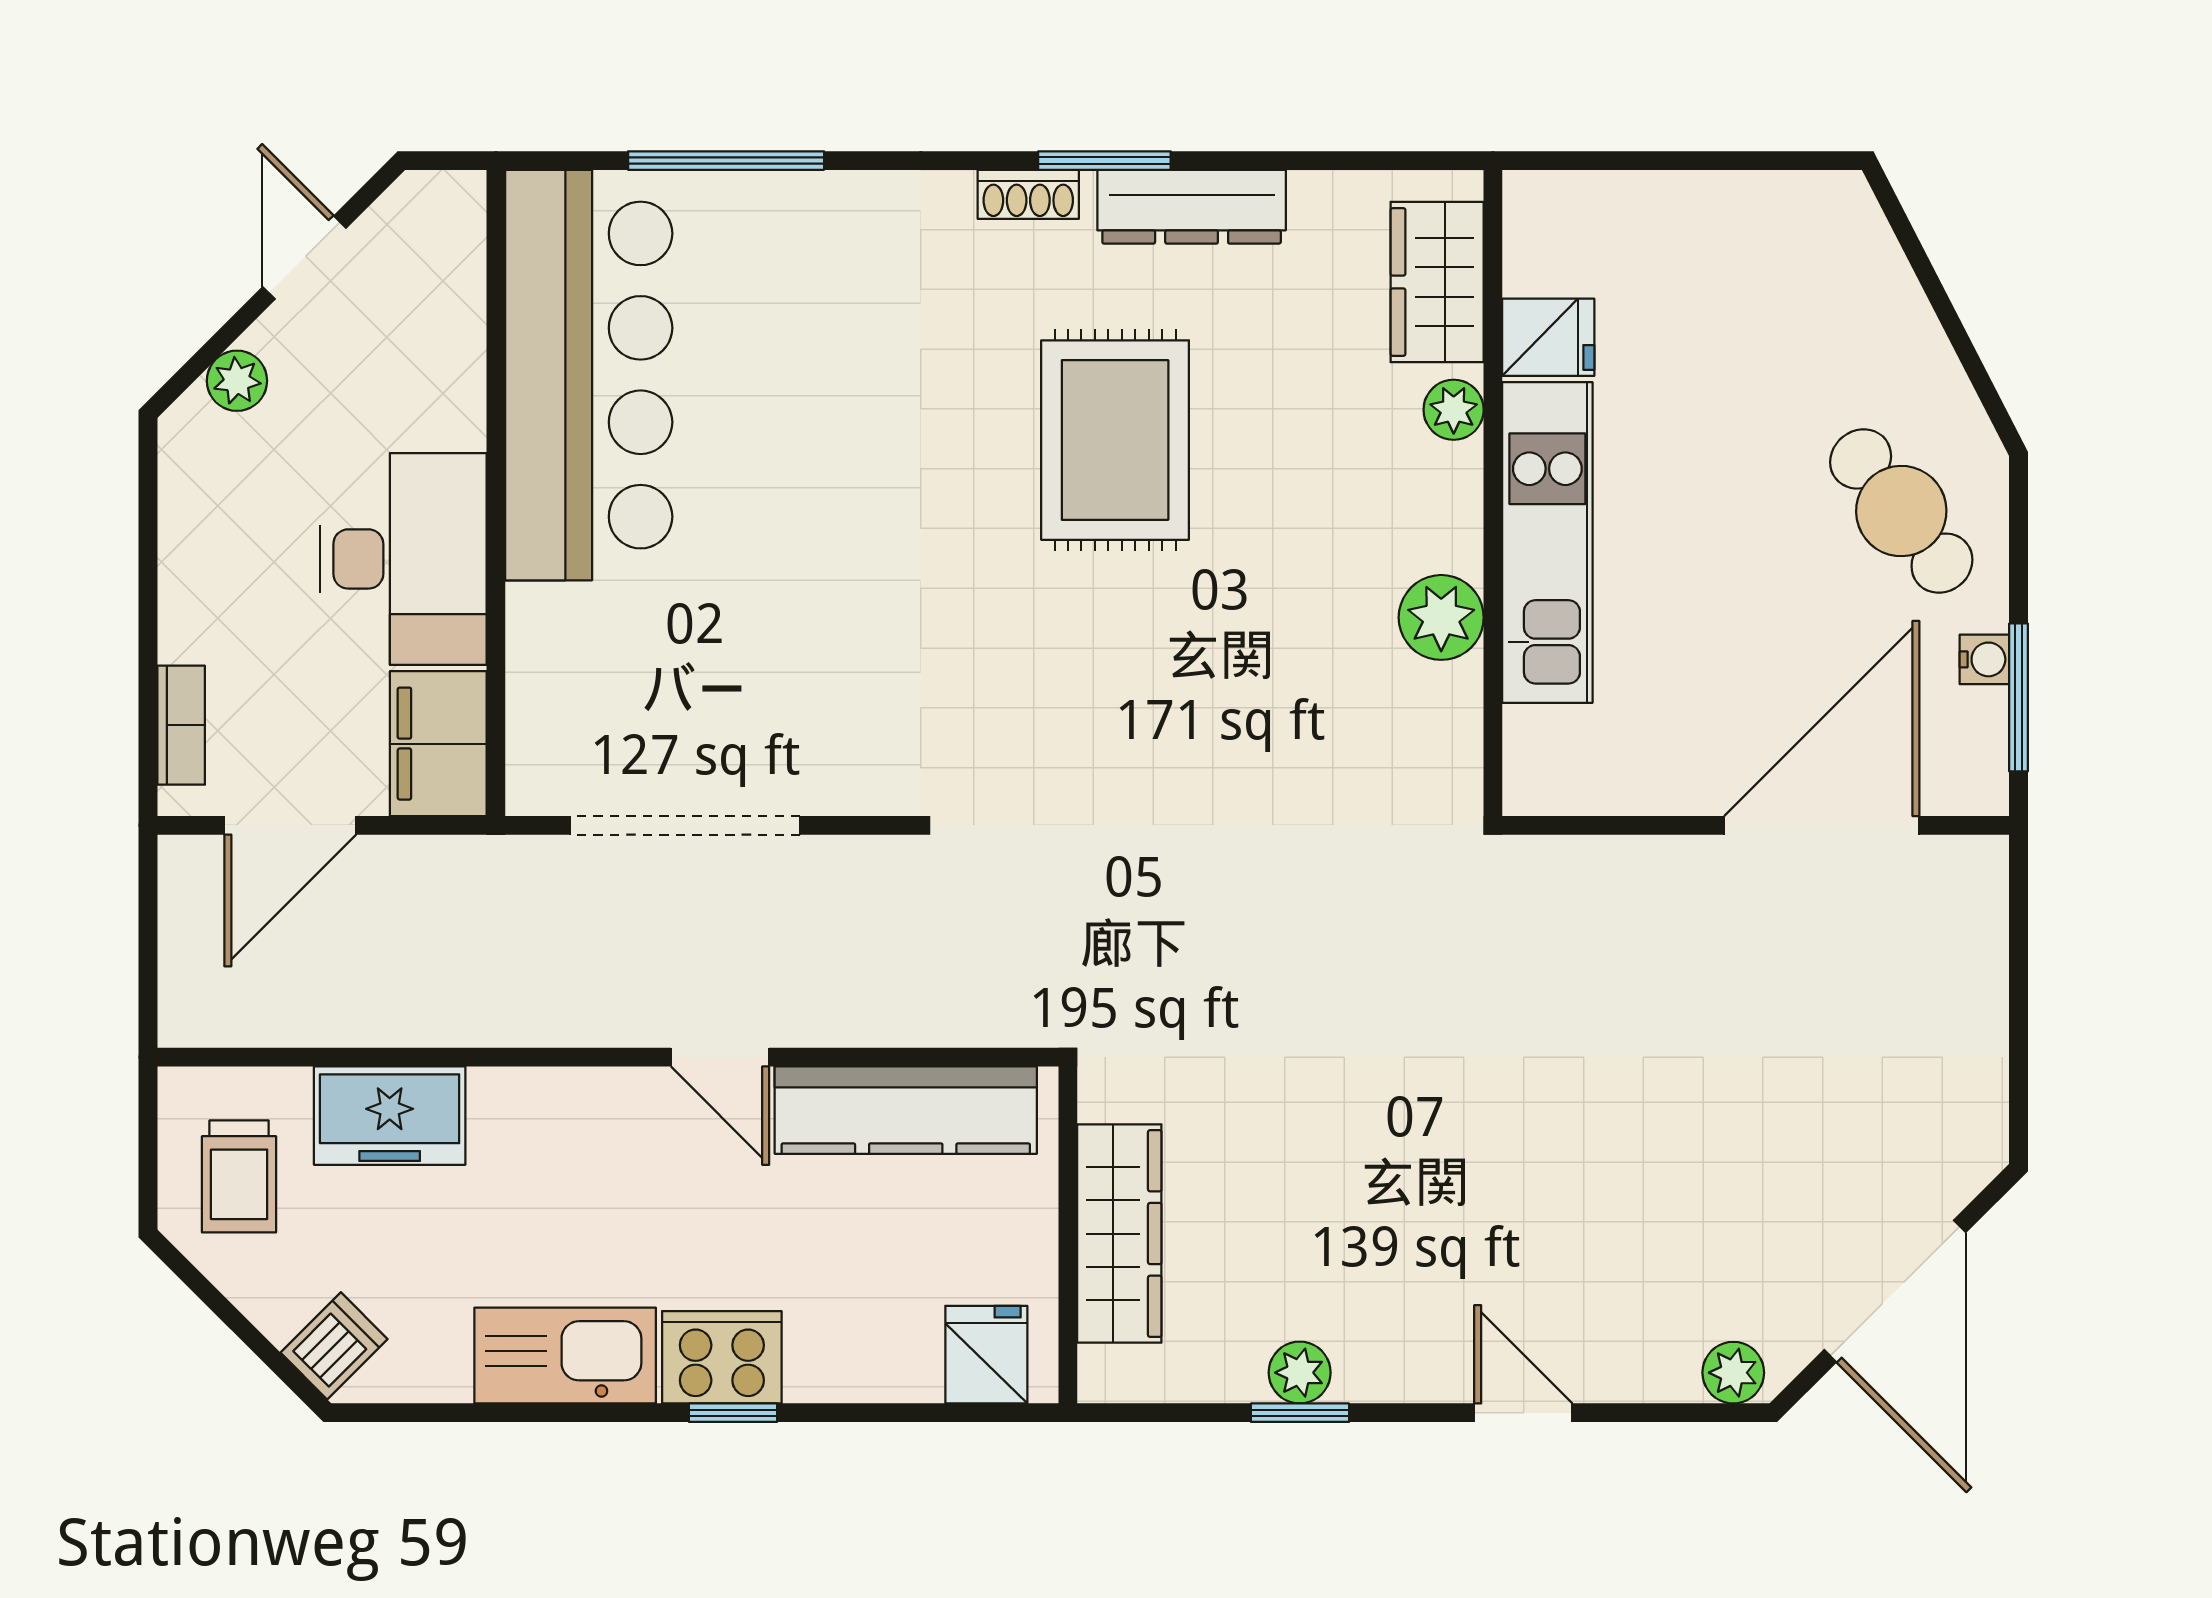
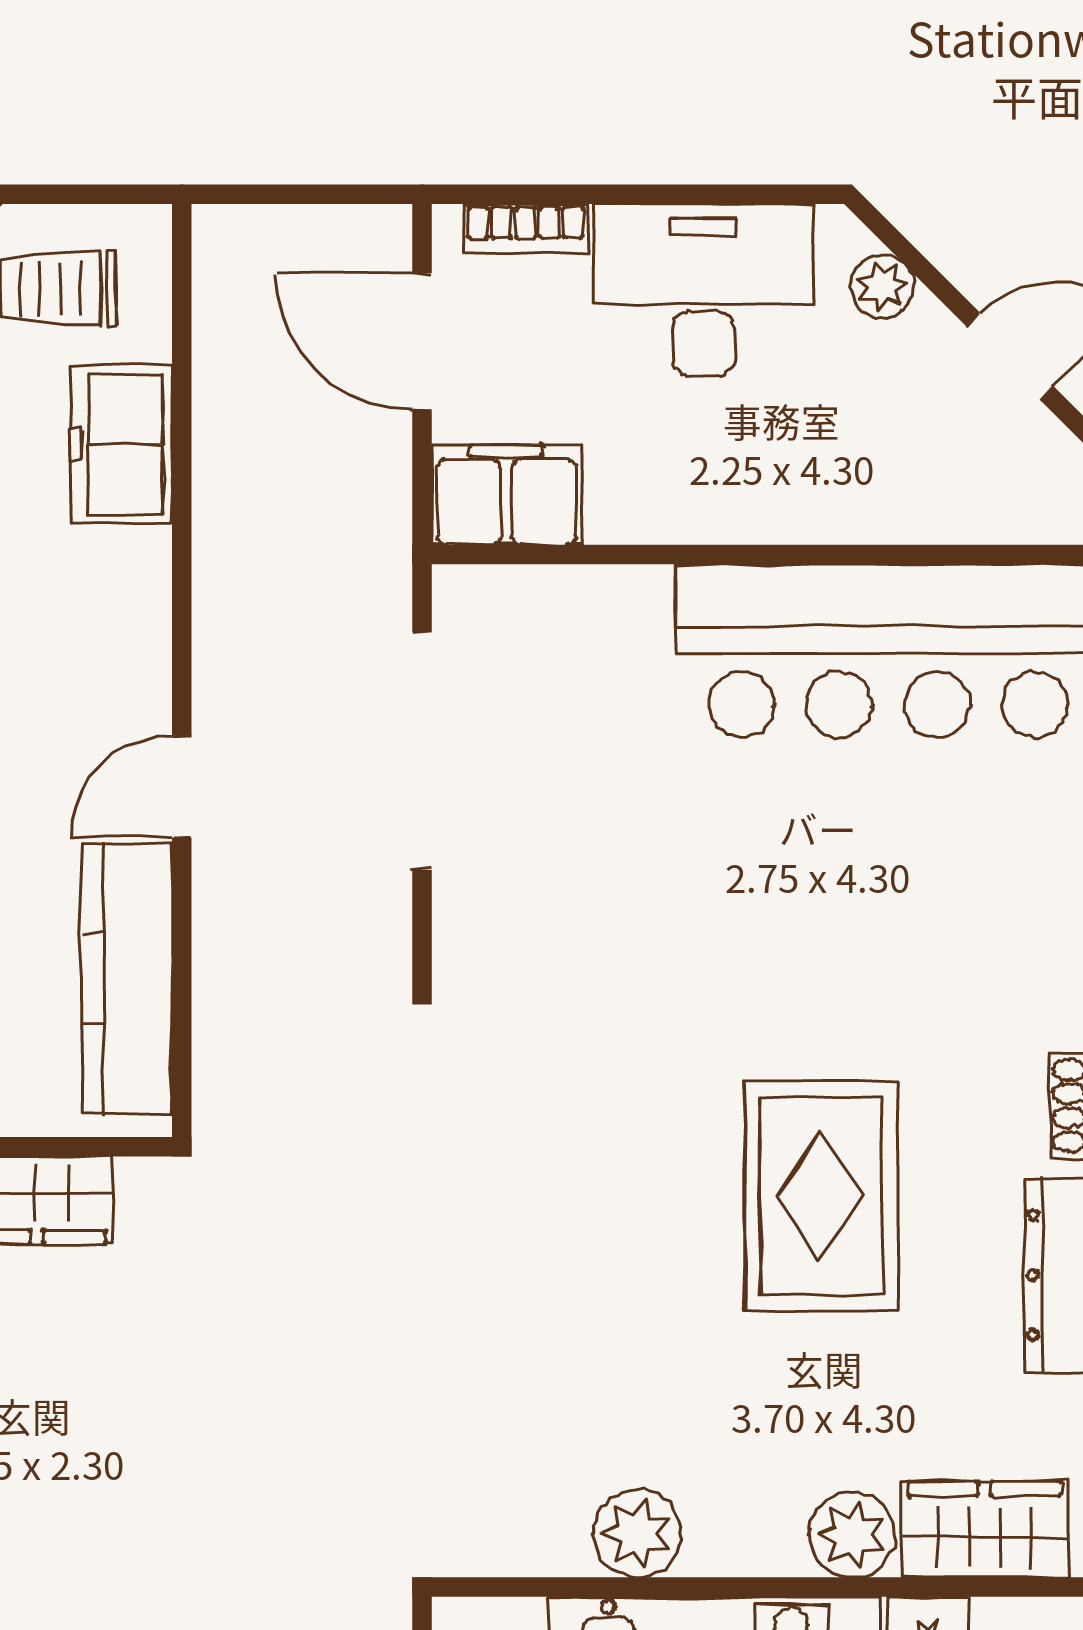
plant: (1454, 410) -> (852, 1535), width x1.38, depth x1.38
rug: (1115, 440) -> (821, 1196), turned 90
desk: (403, 559) -> (703, 290), moved, turned 180

